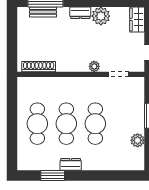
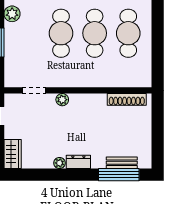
plant: (101, 16) -> (59, 163), width x0.53, depth x0.53

